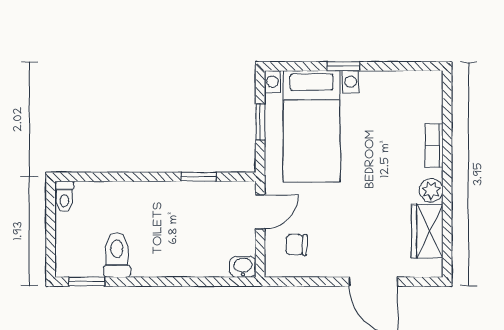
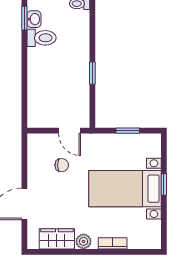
bed with nightstands: (312, 126) -> (125, 189), moved
window: (199, 177) -> (92, 73), moved
chair: (296, 245) -> (62, 165), moved, turned 88
washbasin: (243, 267) -> (34, 19), moved

